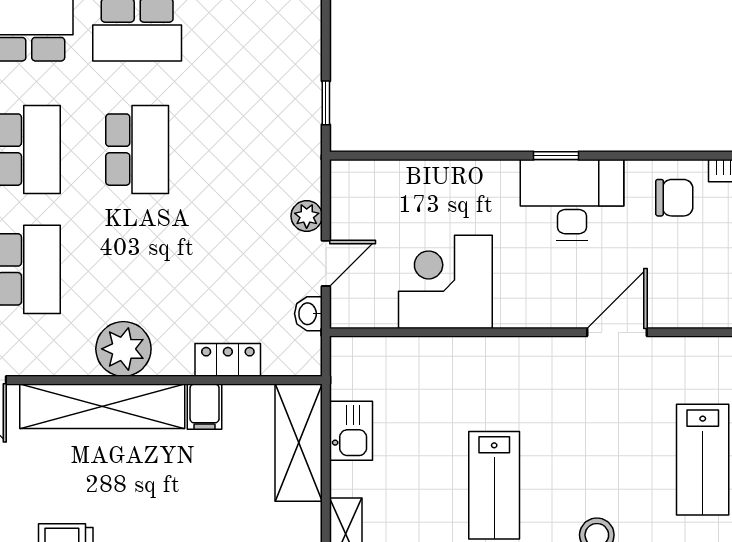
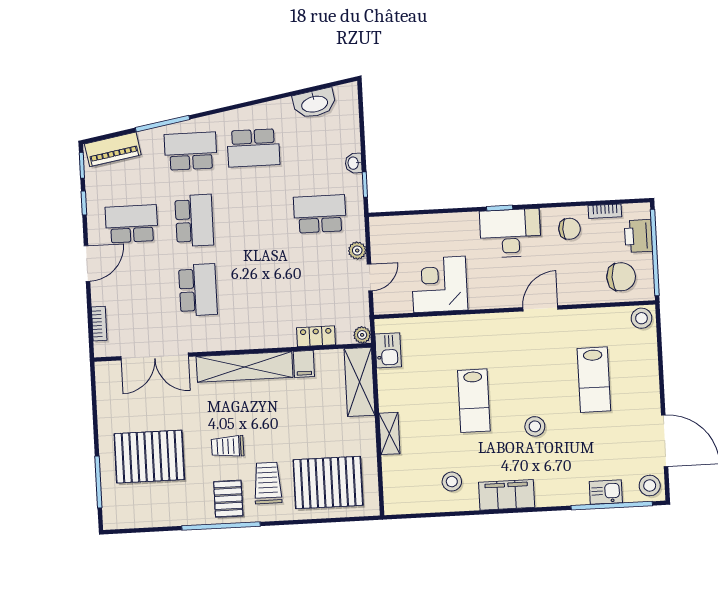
school desk: (137, 150) -> (320, 214), moved, turned -90
washbasin: (308, 314) -> (354, 163), moved
plant: (123, 349) -> (362, 335), moved, width x0.53, depth x0.53
kitchen sink: (351, 431) -> (388, 350), moved

